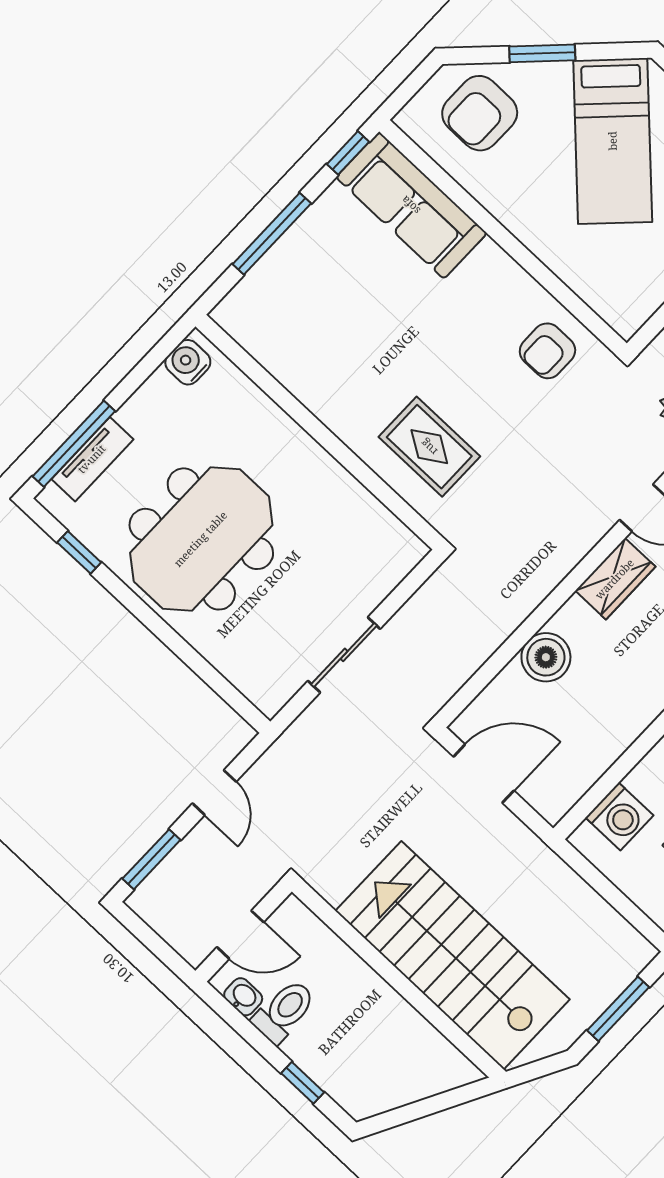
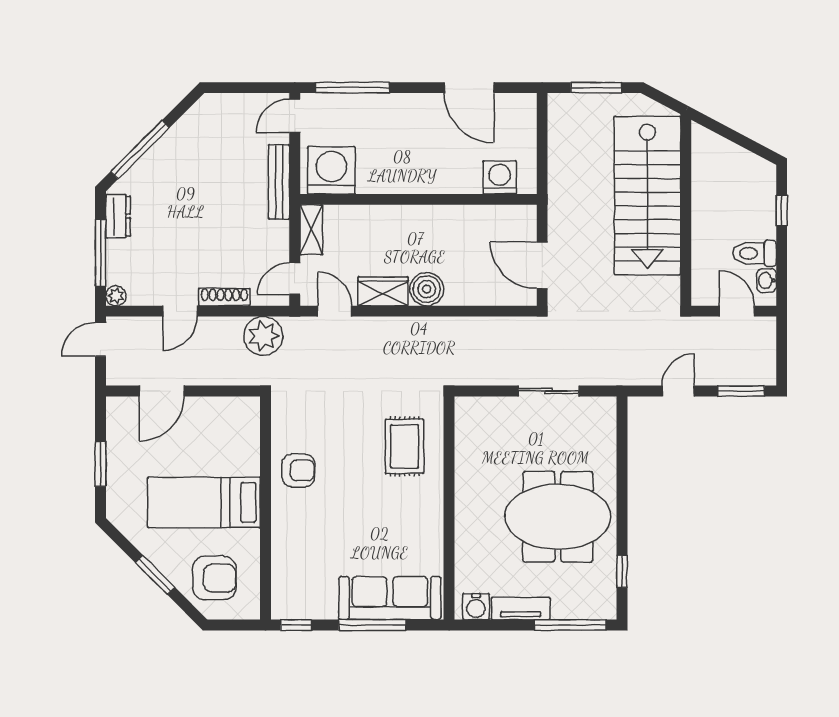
bed: (613, 141) -> (204, 502), moved, turned -135
sofa: (411, 205) -> (390, 598), moved, turned -90
armchair: (547, 351) -> (298, 470), moved
tv unit: (92, 459) -> (521, 609), moved
boiler: (546, 657) -> (427, 289), moved

